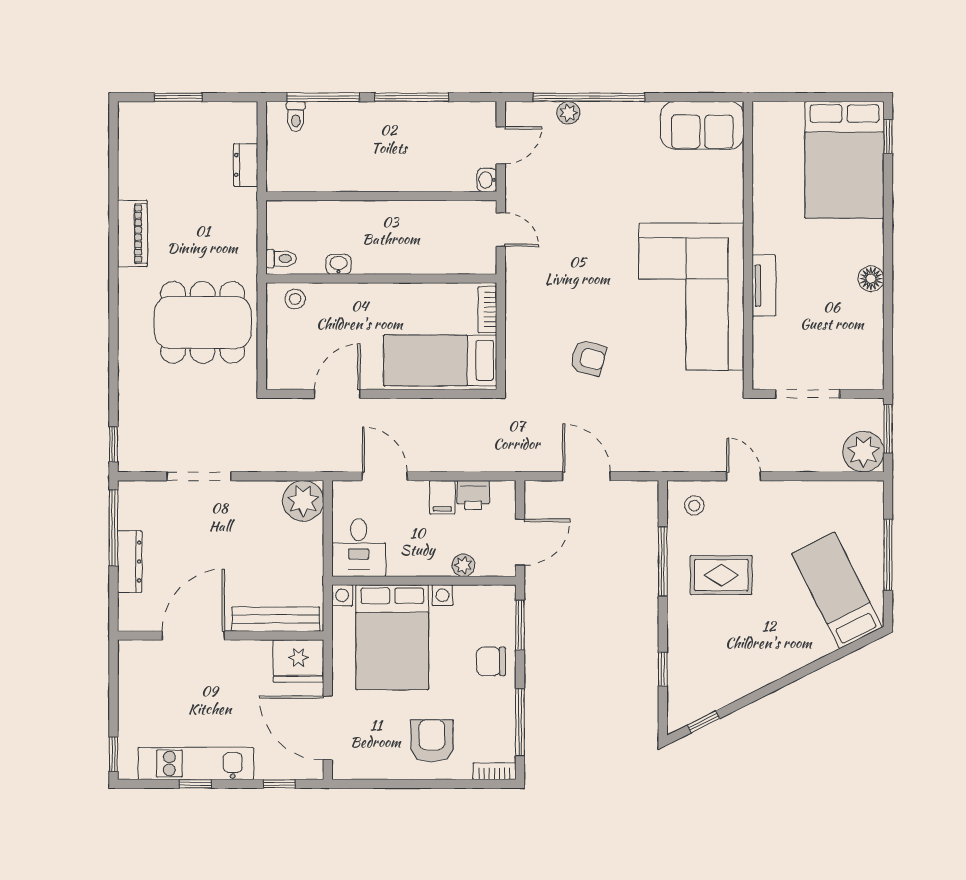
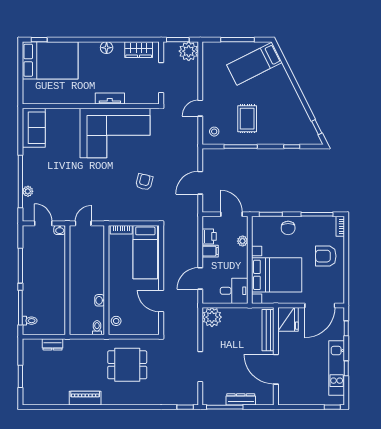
dining table: (203, 322) -> (127, 365), width x0.73
wardrobe: (867, 346) -> (139, 50), added

